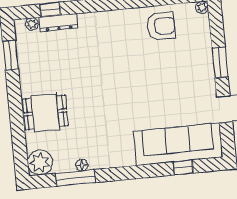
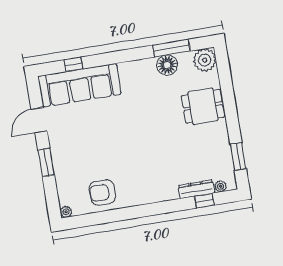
floor lamp: (82, 165) -> (167, 65), width x1.89, depth x1.89

